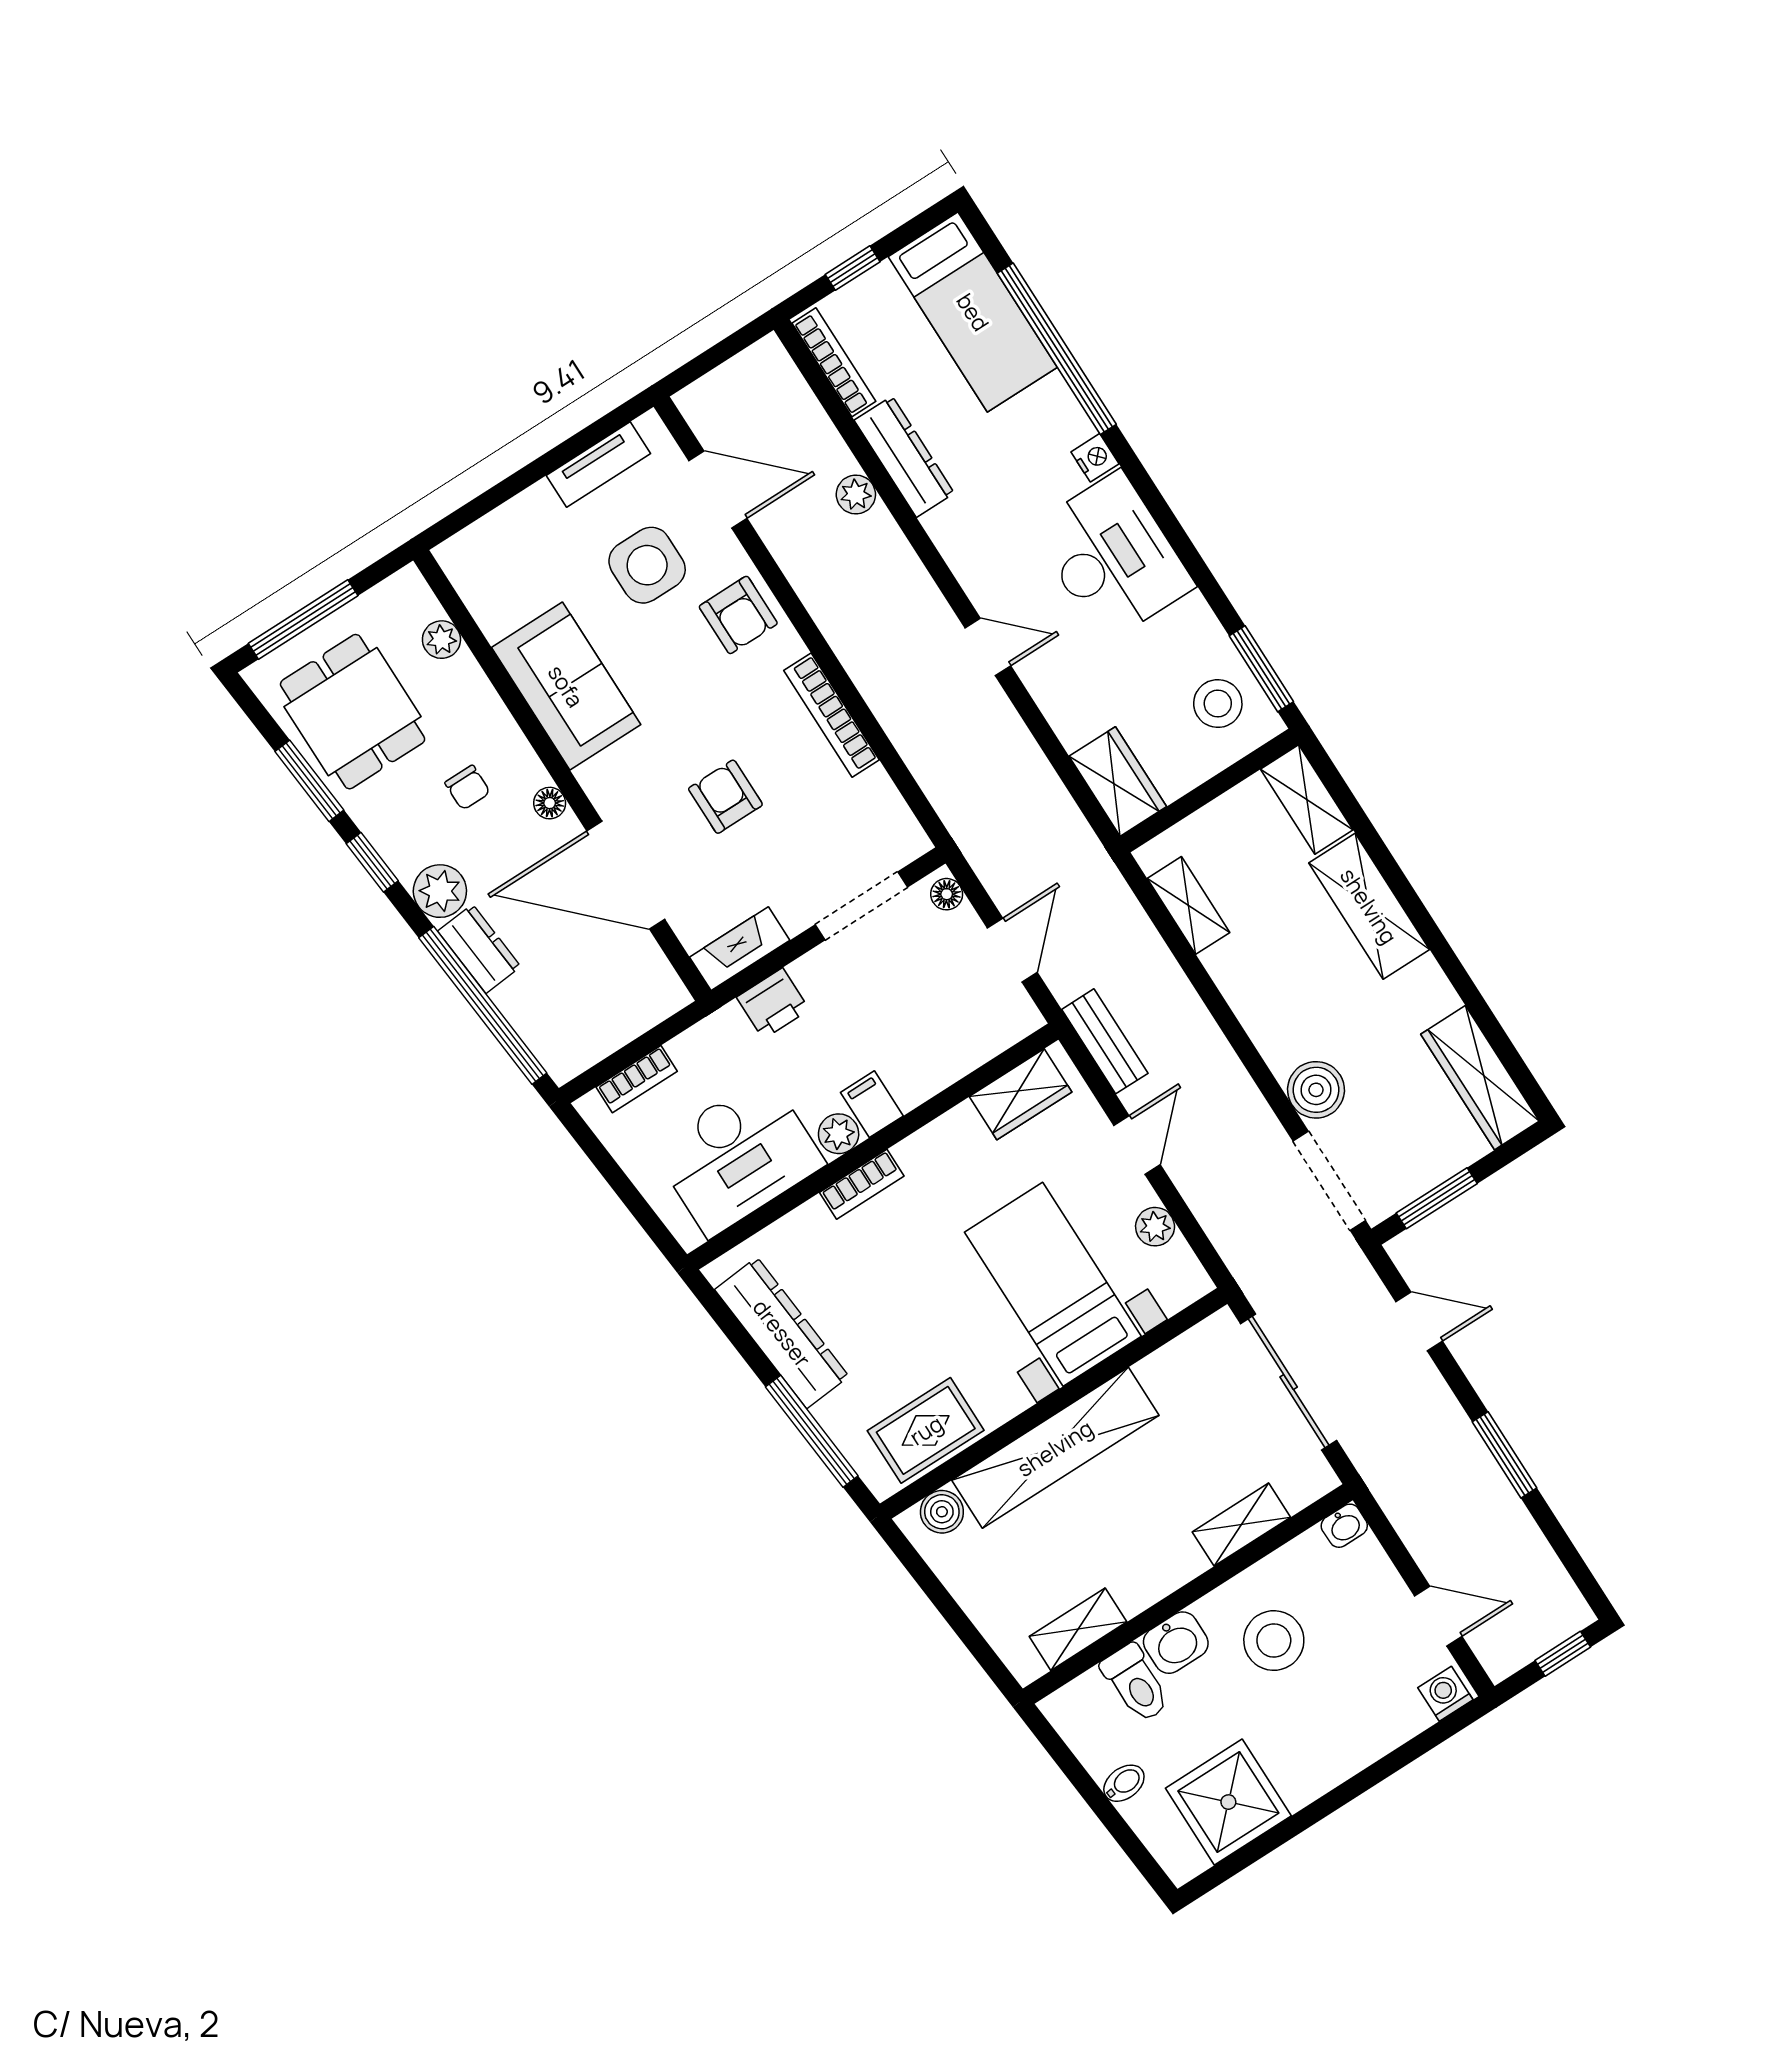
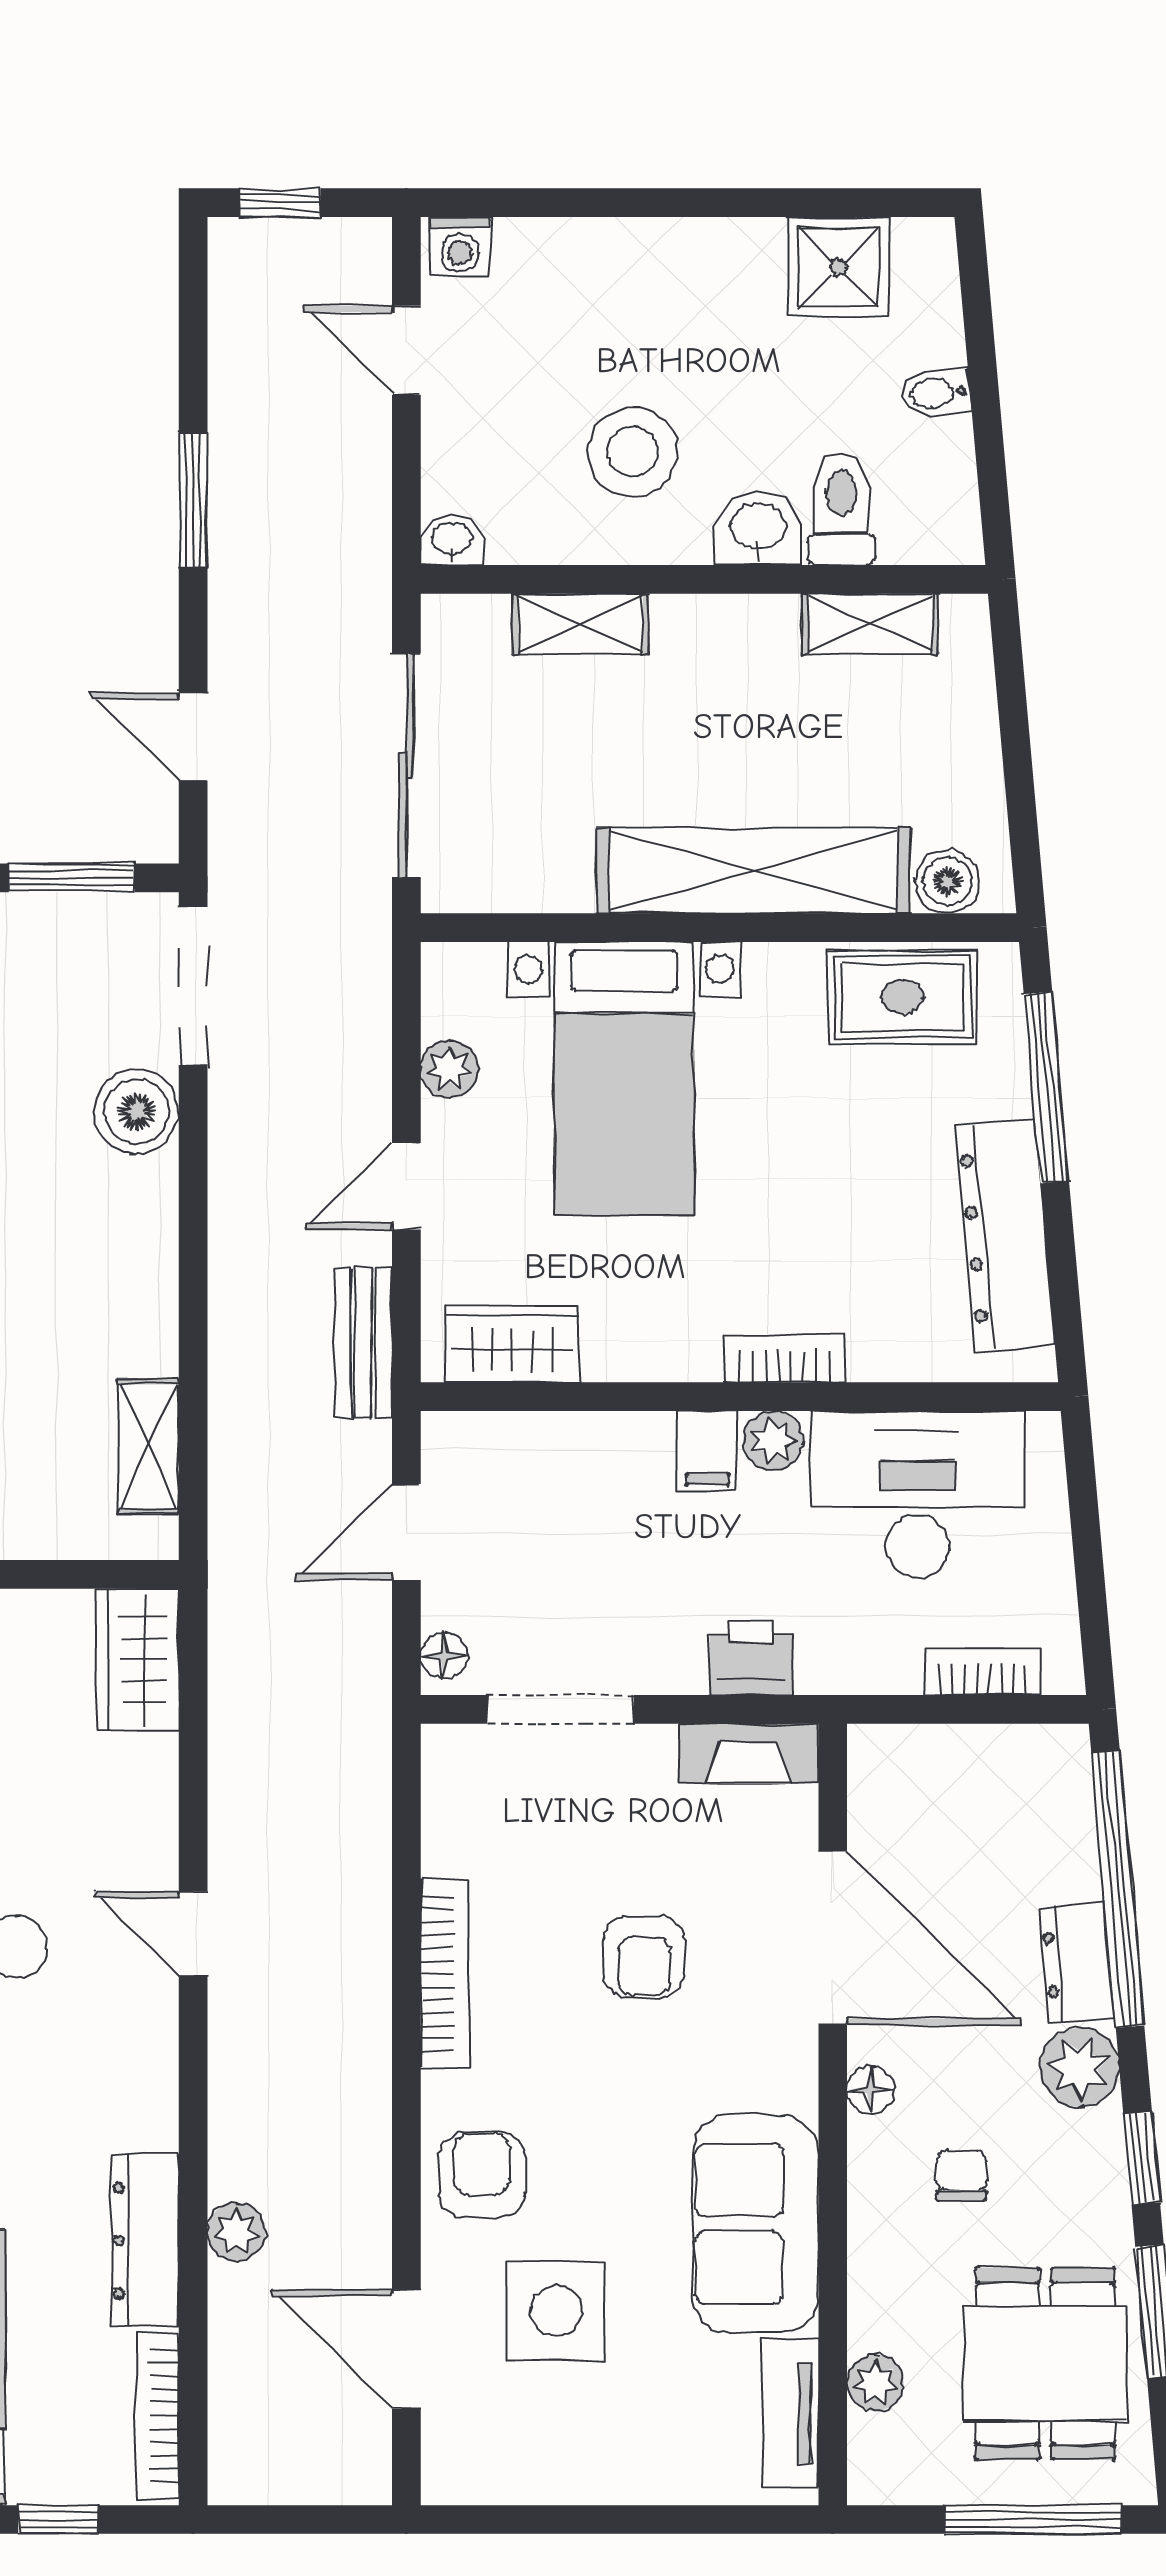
tv unit: (598, 465) -> (790, 2413), moved, turned -90
shower: (1228, 1802) -> (839, 267), width x0.73, depth x0.73

